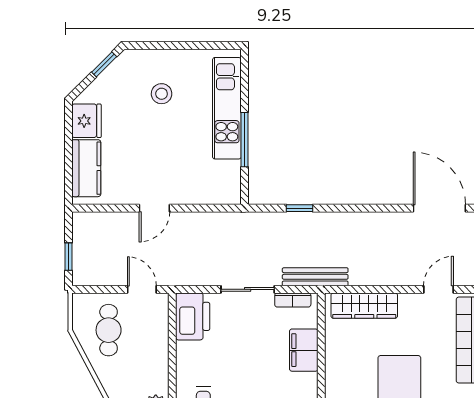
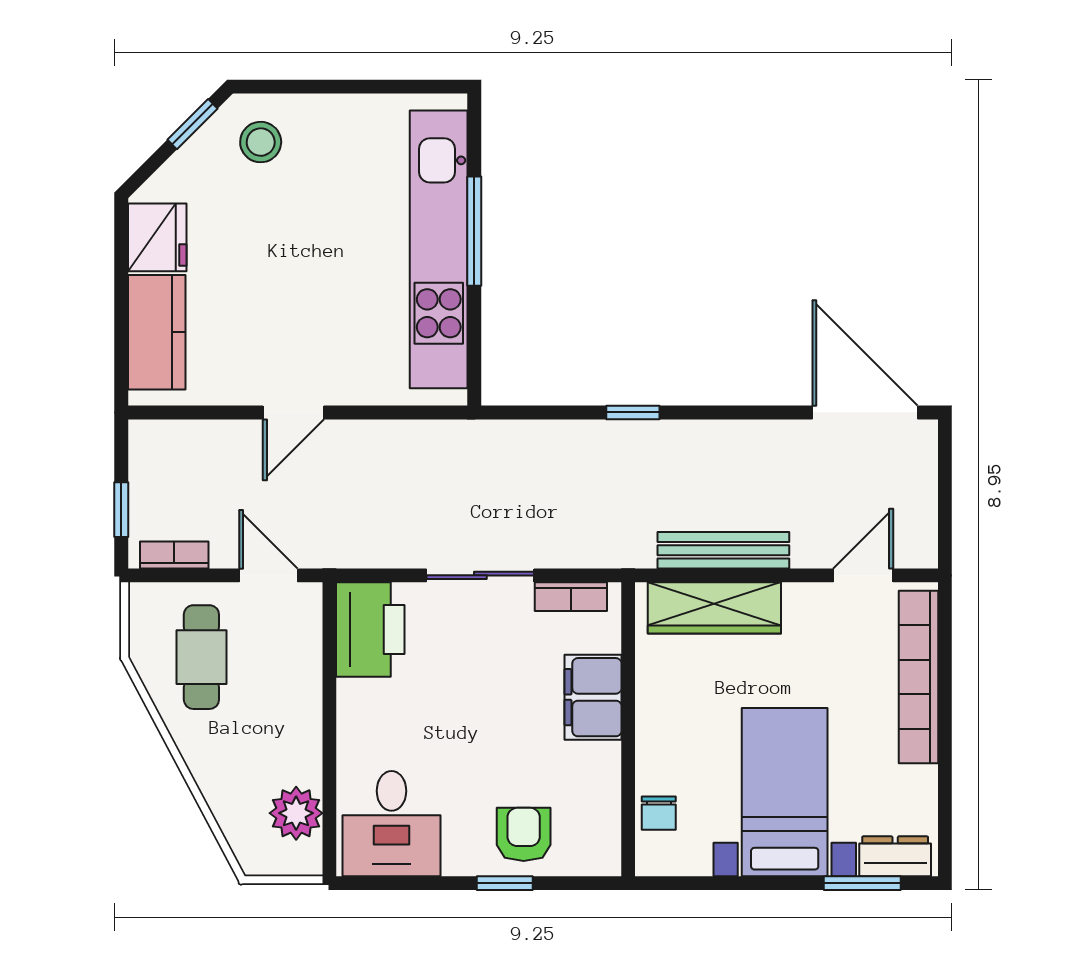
stool: (162, 94) -> (261, 142), moved
kitchen unit: (227, 108) -> (439, 249), width x1.36
window: (245, 140) -> (474, 231), moved
window: (299, 208) -> (633, 412), moved
bench: (315, 277) -> (723, 550), moved
bookcase: (95, 279) -> (174, 555), added

